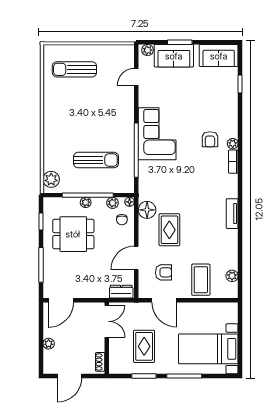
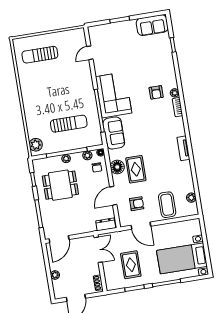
plant: (148, 50) -> (95, 30), removed
sofa: (174, 56) -> (114, 133), moved, turned -90
floor lamp: (147, 210) -> (117, 167), moved

